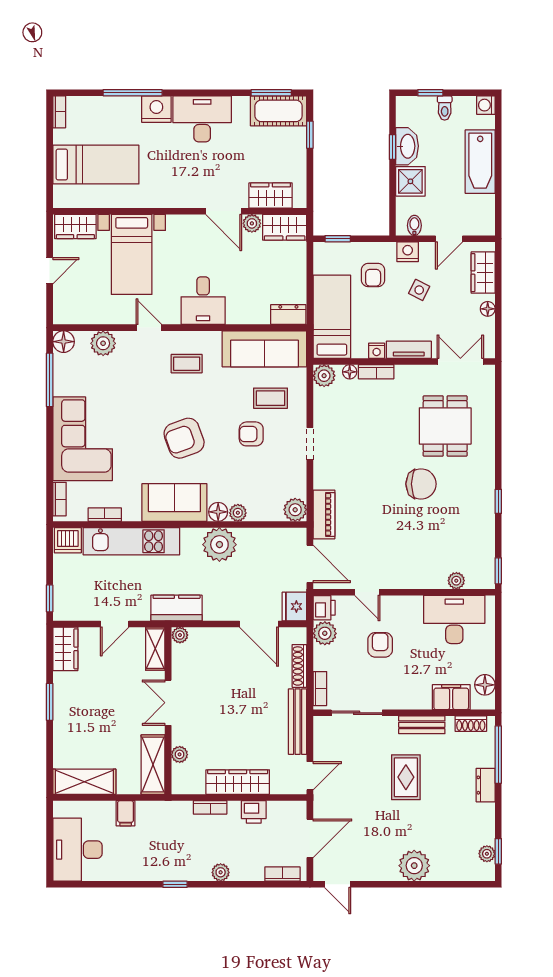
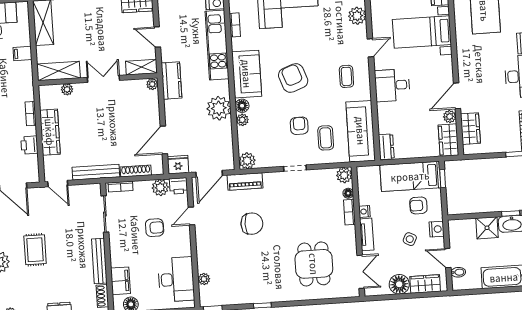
bidet: (414, 225) -> (458, 272), moved
floor lamp: (488, 309) -> (399, 284), width x1.89, depth x1.89
bed: (332, 317) -> (410, 176), moved, turned 180
dining table: (445, 426) -> (314, 264), turned 90
chair: (421, 484) -> (252, 224), moved, turned -90
bench: (422, 725) -> (99, 261), width x1.36
rug: (406, 777) -> (35, 250), moved, turned 90

